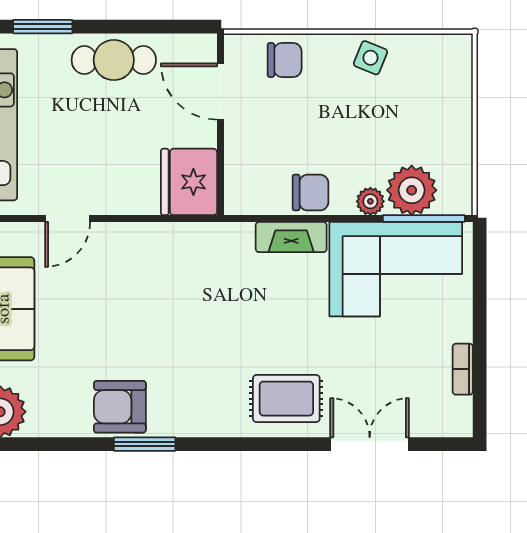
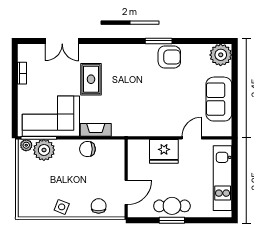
window: (43, 27) -> (172, 220), moved
chair: (285, 60) -> (99, 206), turned 90
door: (220, 92) -> (126, 192), hinge flipped
fridge: (189, 182) -> (164, 151), moved, turned 90
plant: (370, 201) -> (26, 145), moved
rug: (286, 399) -> (91, 79), moved, turned 90

